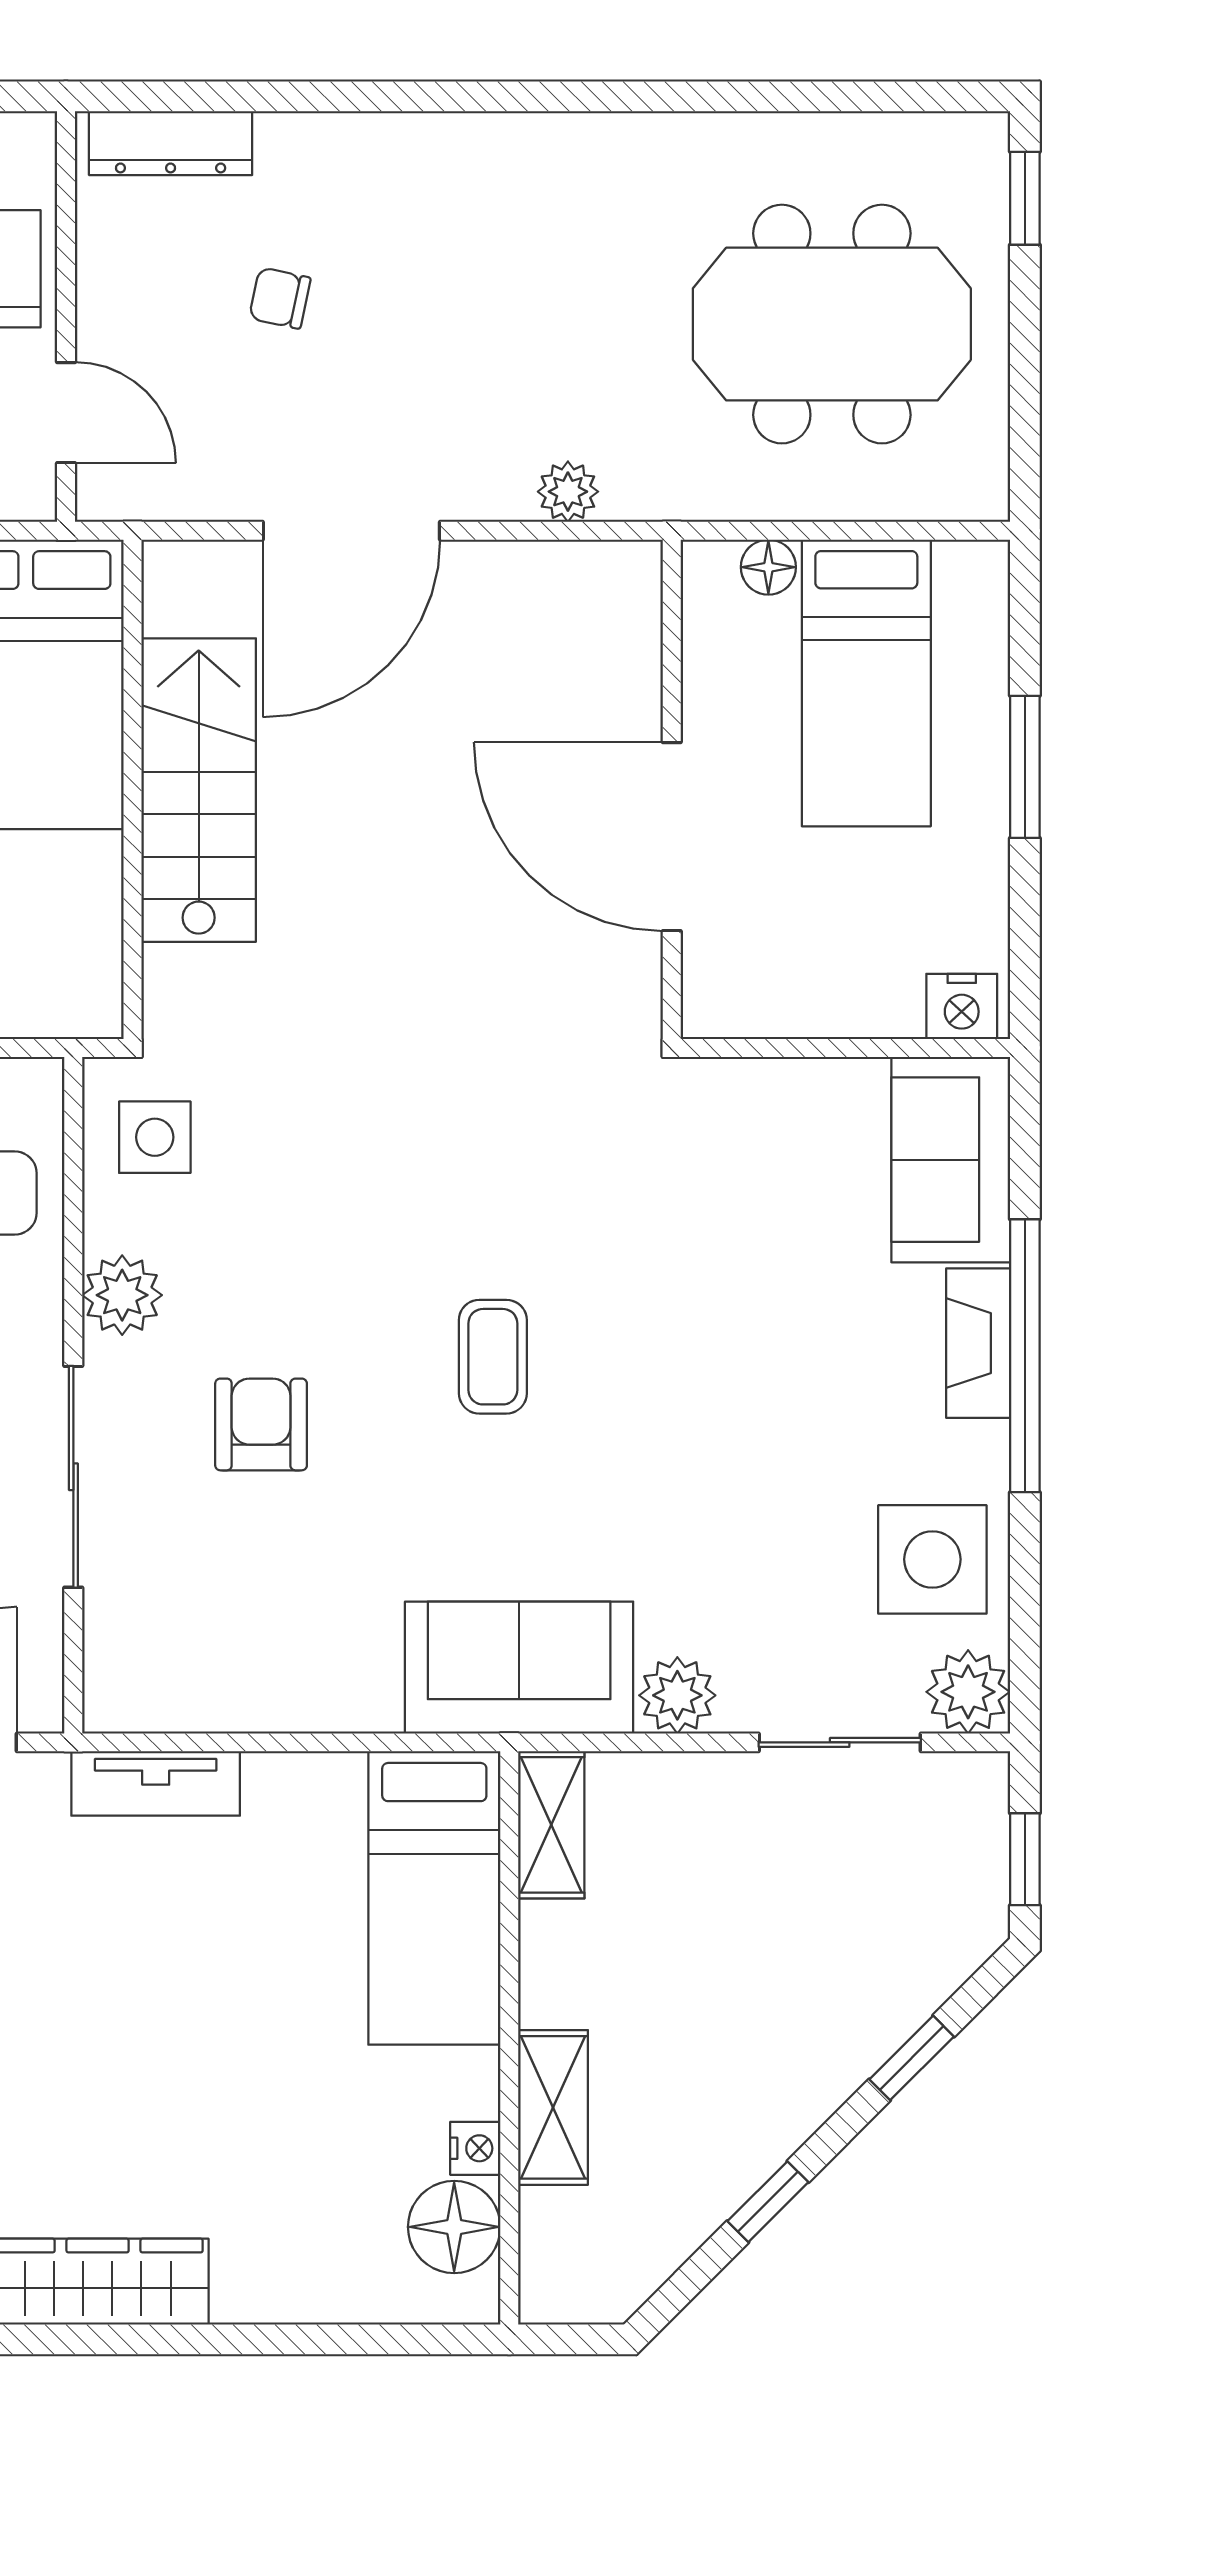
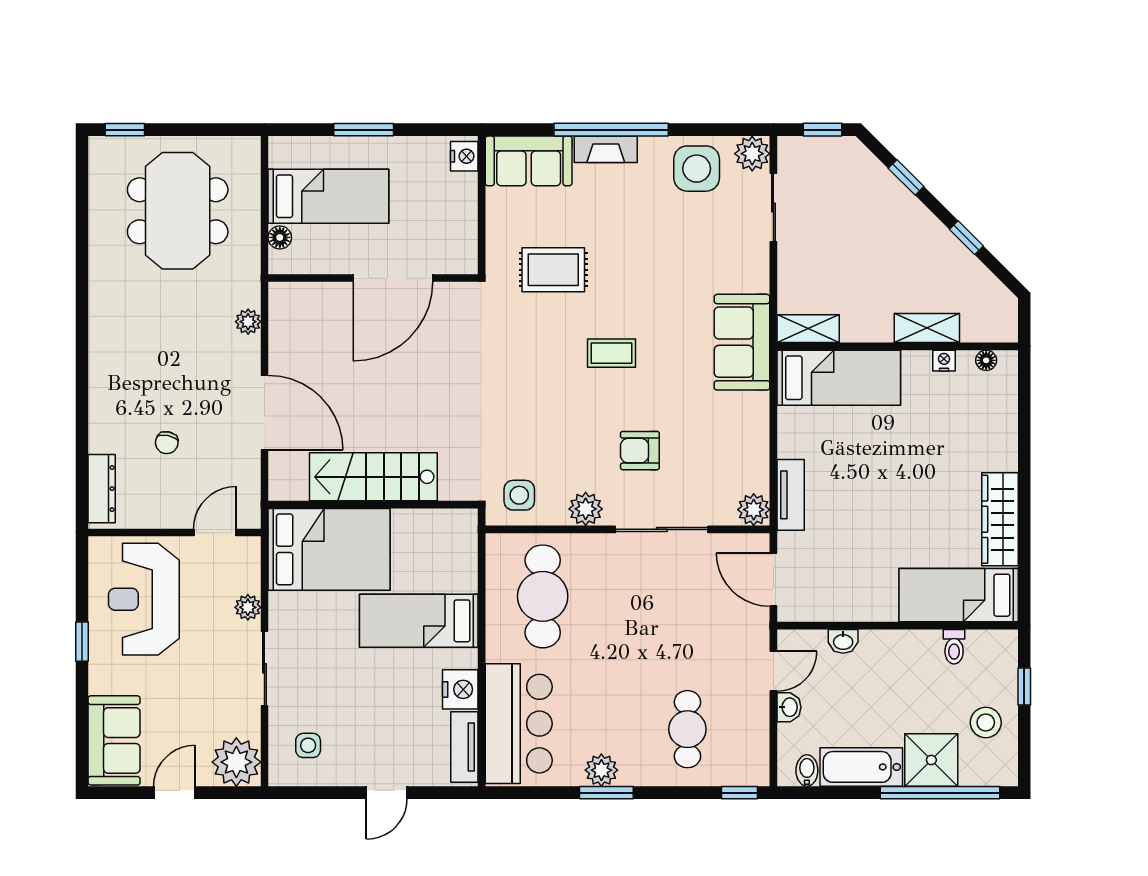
rug: (691, 1218) -> (553, 270), added
plant: (677, 1695) -> (754, 510), moved
floor lamp: (454, 2227) -> (986, 360), width x0.53, depth x0.53

